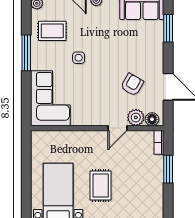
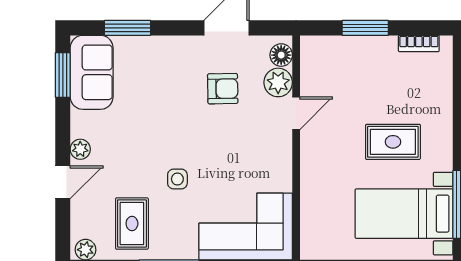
armchair: (132, 85) -> (223, 89), turned 149
door: (118, 128) -> (296, 113), hinge flipped
bookcase: (159, 142) -> (419, 43), moved

